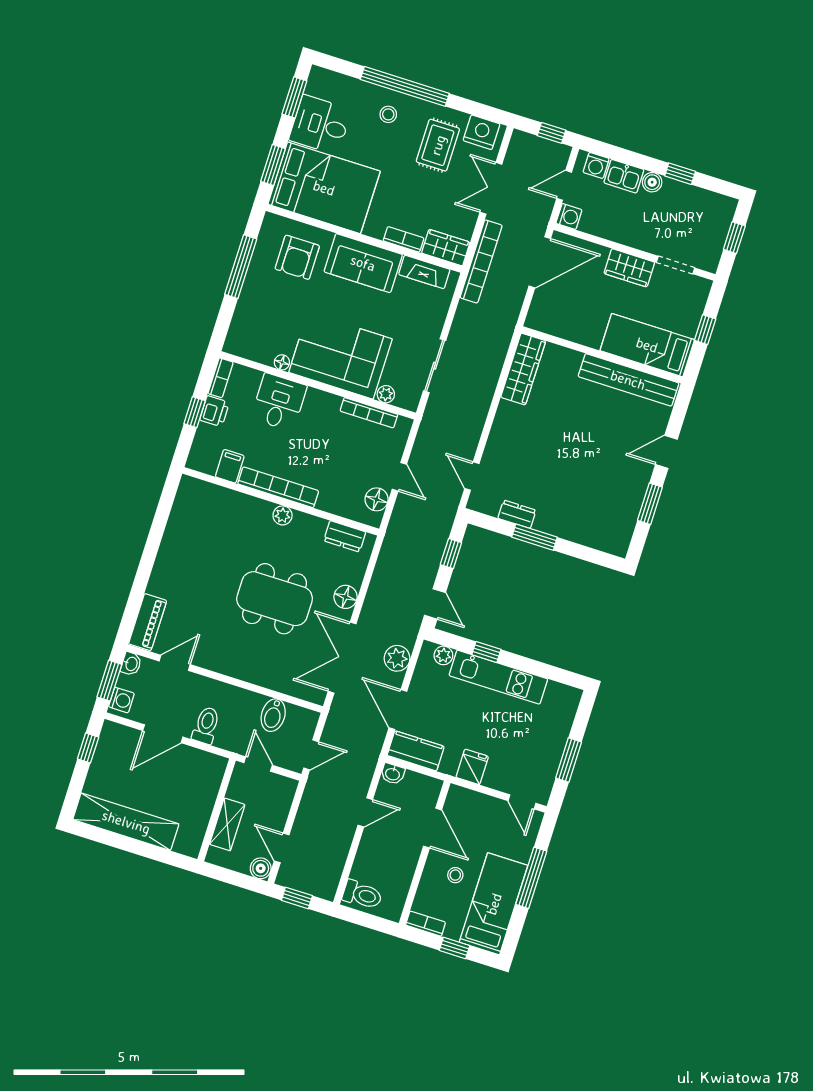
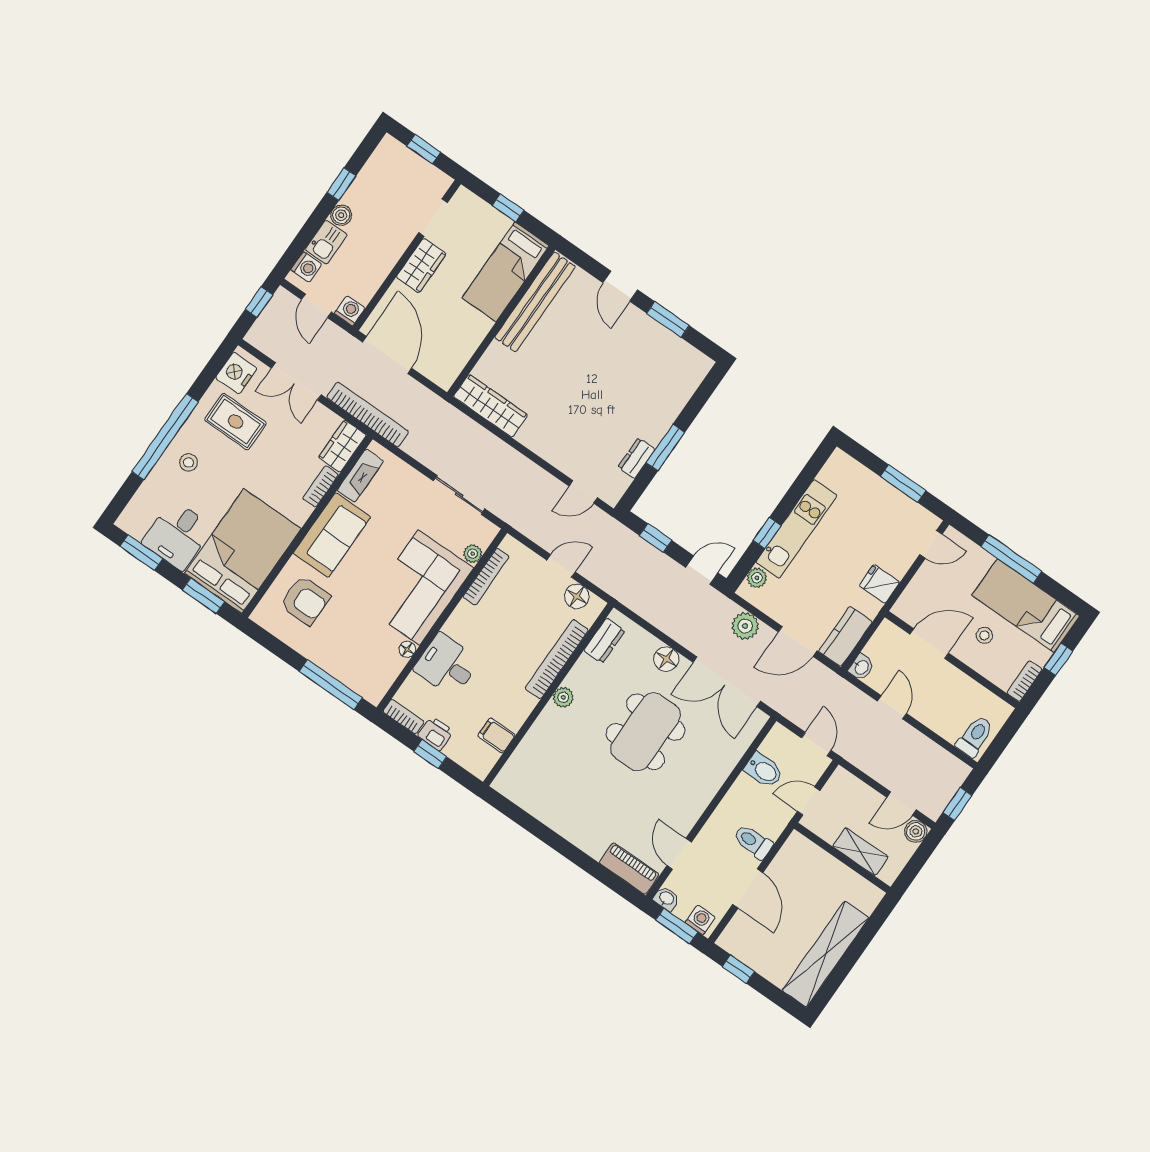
window: (241, 267) -> (331, 685), moved
bookcase: (278, 487) -> (557, 659), moved

